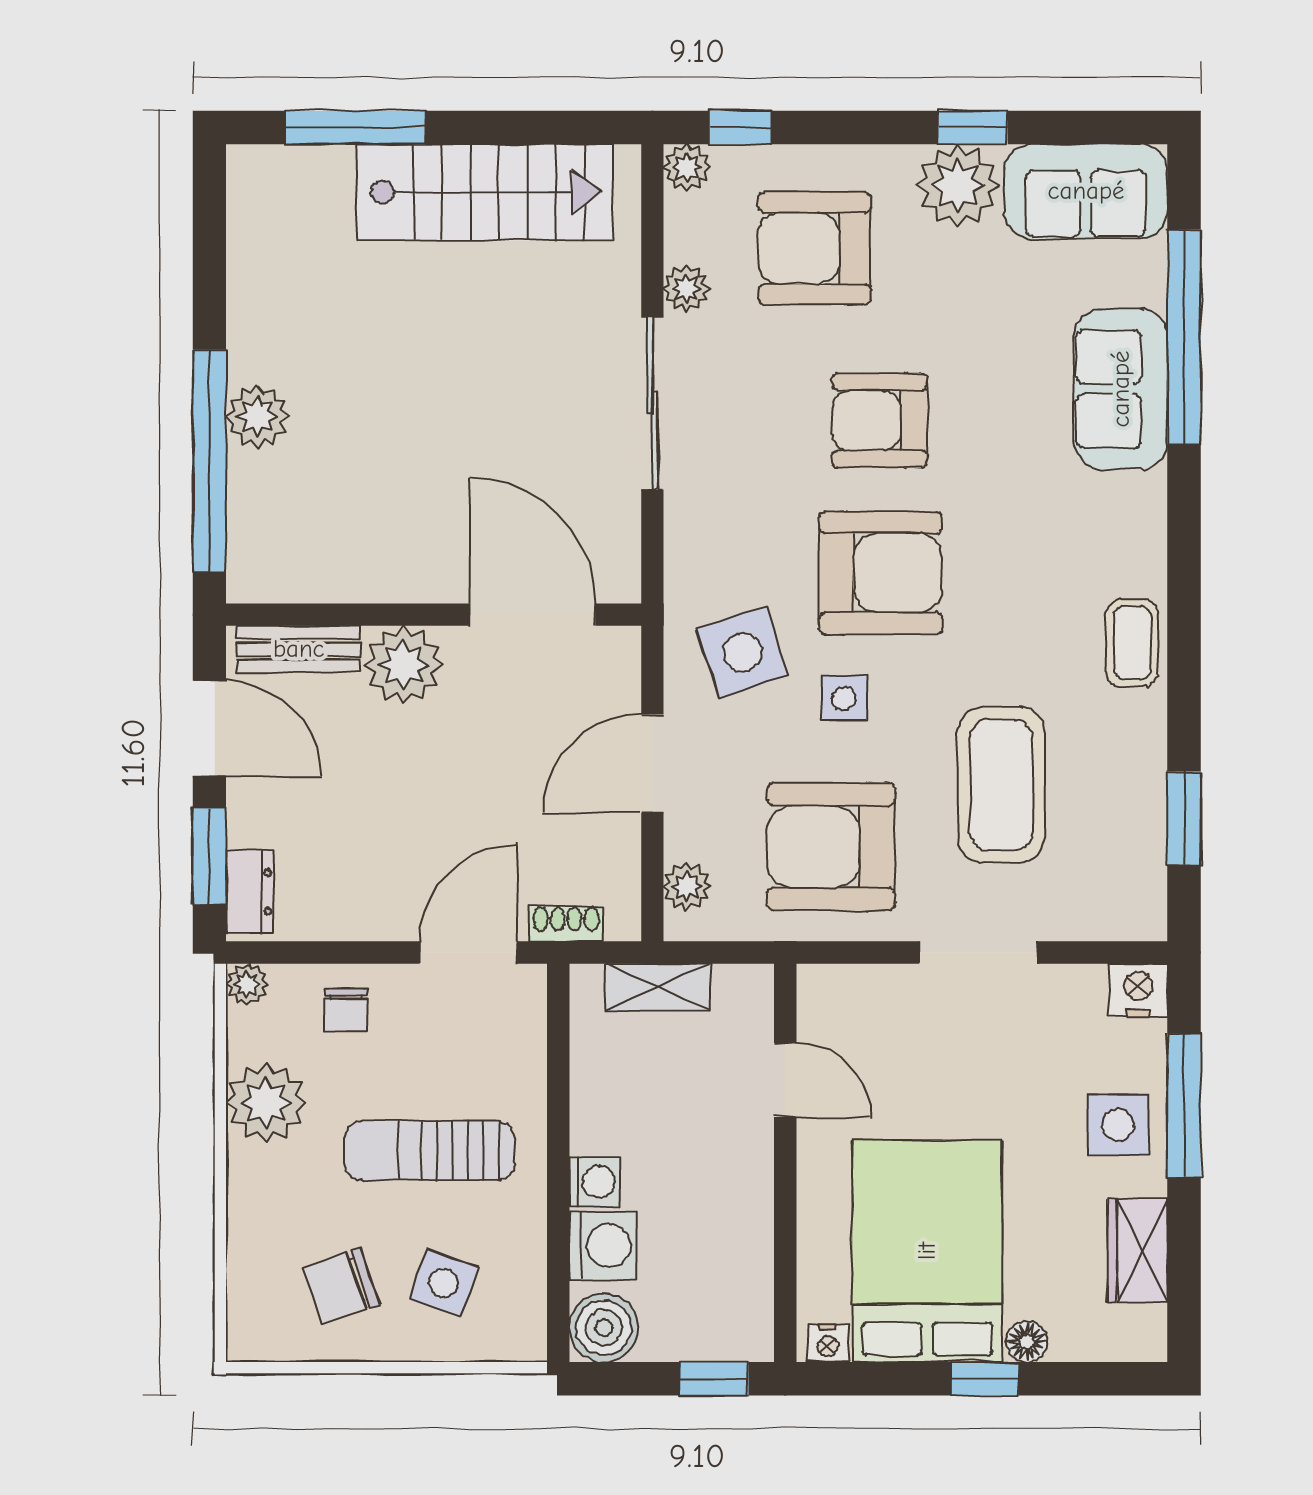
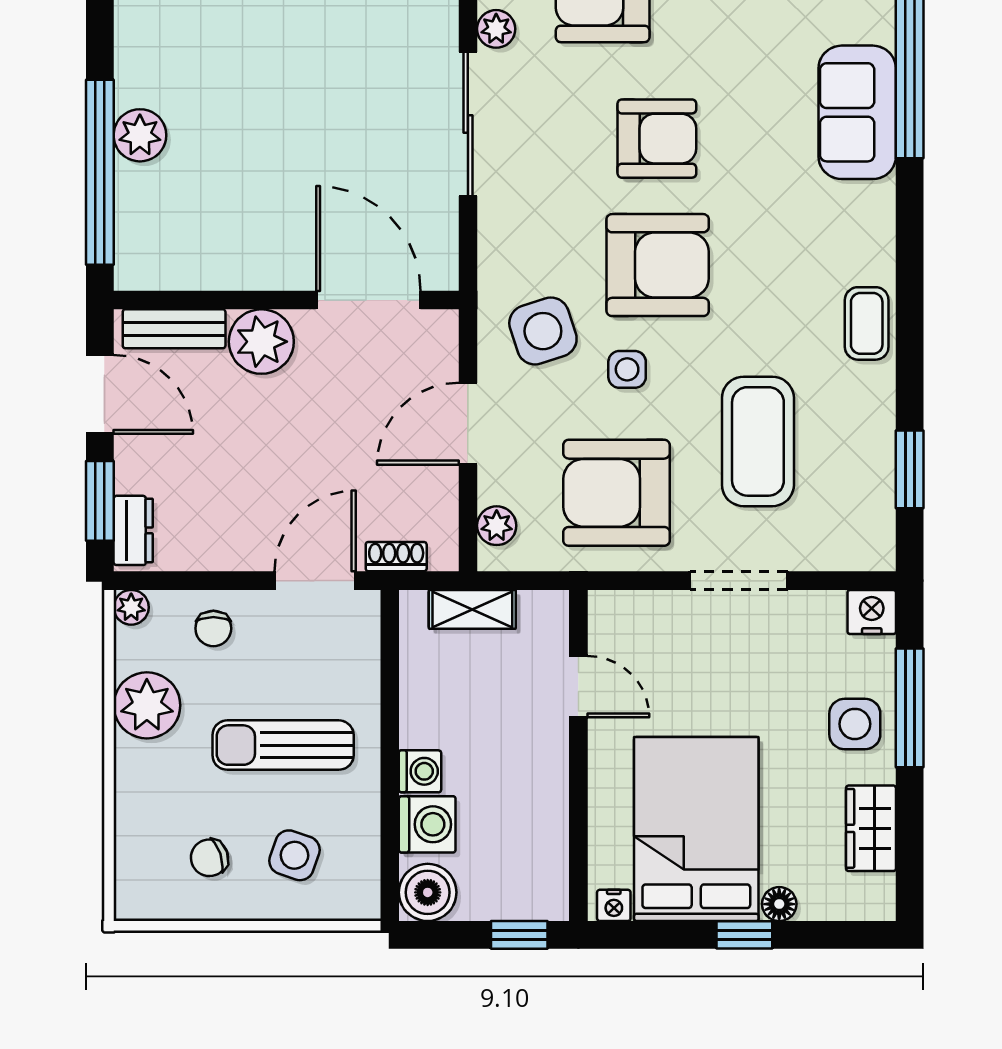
armchair: (880, 420) -> (657, 139), turned 180
chair: (341, 1286) -> (209, 858), width x0.73, depth x0.73

